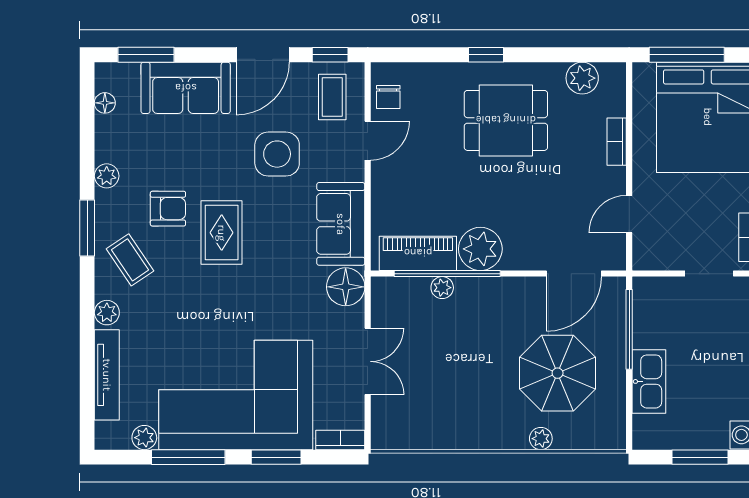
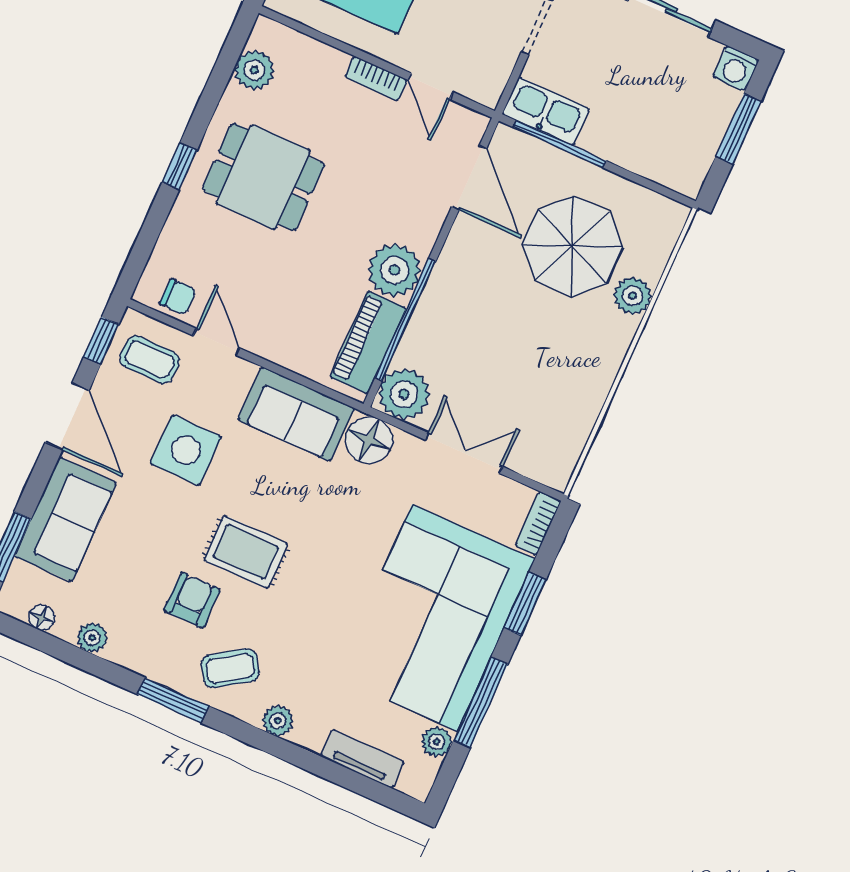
dining table: (506, 120) -> (263, 177), turned 90
bookcase: (617, 142) -> (376, 78), moved
plant: (107, 176) -> (92, 638), moved
plant: (442, 288) -> (404, 394), moved, width x1.88, depth x1.88
tv unit: (107, 375) -> (362, 759), width x0.71
kitchen sink: (649, 381) -> (546, 111), moved
plant: (541, 439) -> (633, 296), width x1.38, depth x1.38

